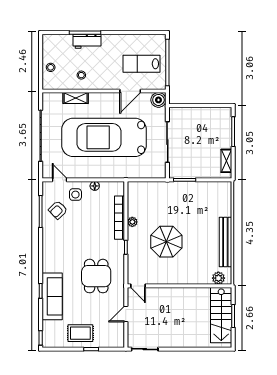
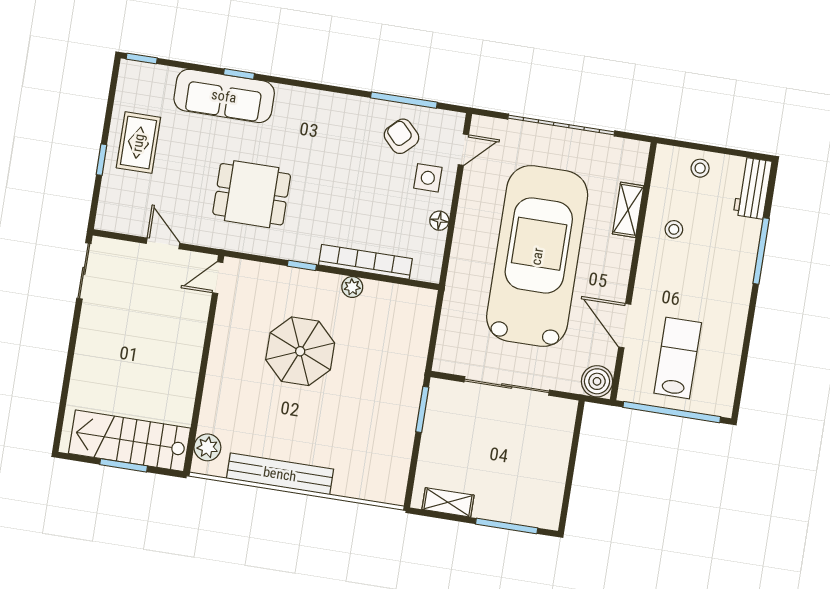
workbench: (87, 41) -> (753, 188), moved

